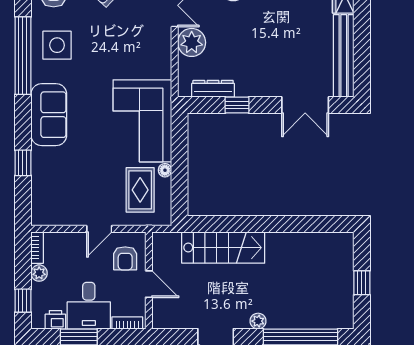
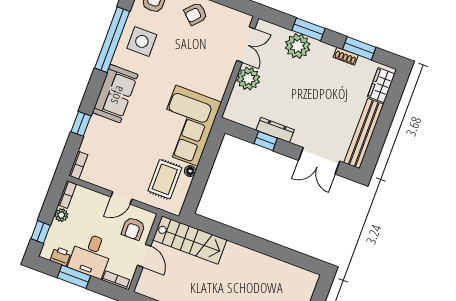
dresser: (213, 89) -> (275, 130), moved
bookcase: (37, 210) -> (78, 165), added
stairs: (223, 248) -> (190, 240), moved

